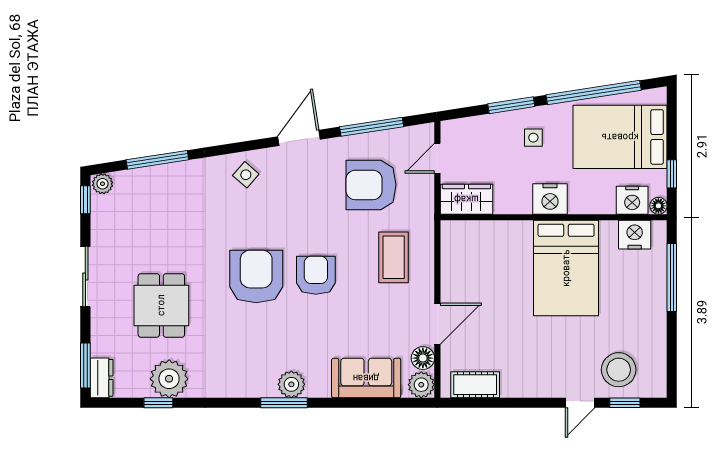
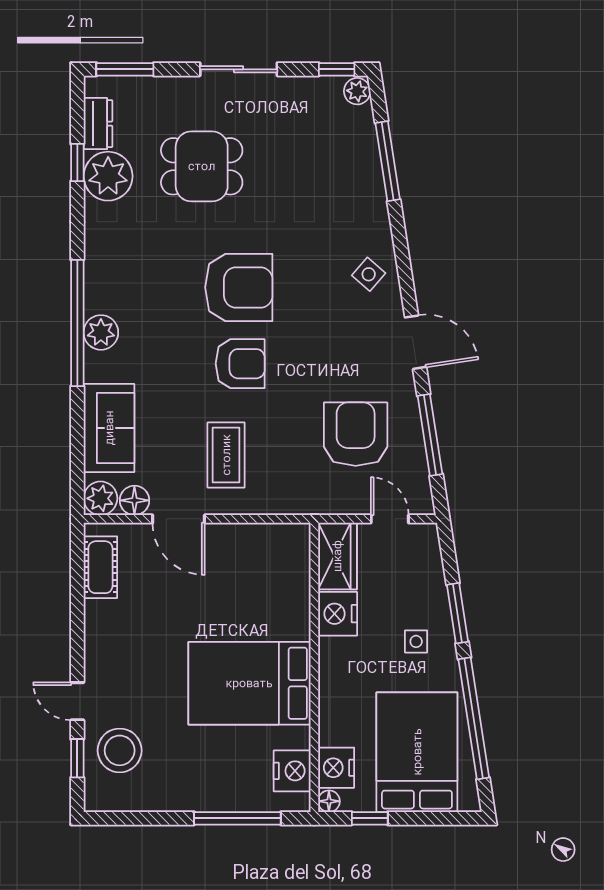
nightstand: (550, 199) -> (338, 614), moved
coffee table: (394, 257) -> (226, 455), moved, turned 90
dresser: (102, 378) -> (98, 124), moved, turned -90
window: (284, 403) -> (77, 323), width x2.11

